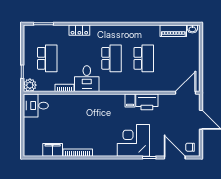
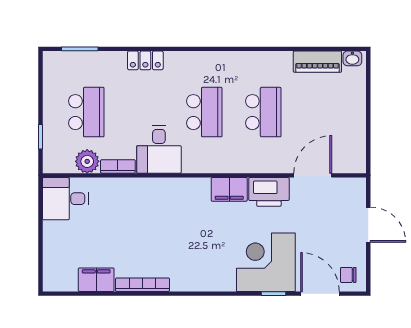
plant: (30, 85) -> (87, 161), moved
door: (185, 93) -> (313, 175), moved
filing cabinet: (130, 101) -> (229, 189), width x2.00
corner desk: (133, 140) -> (266, 262), moved

